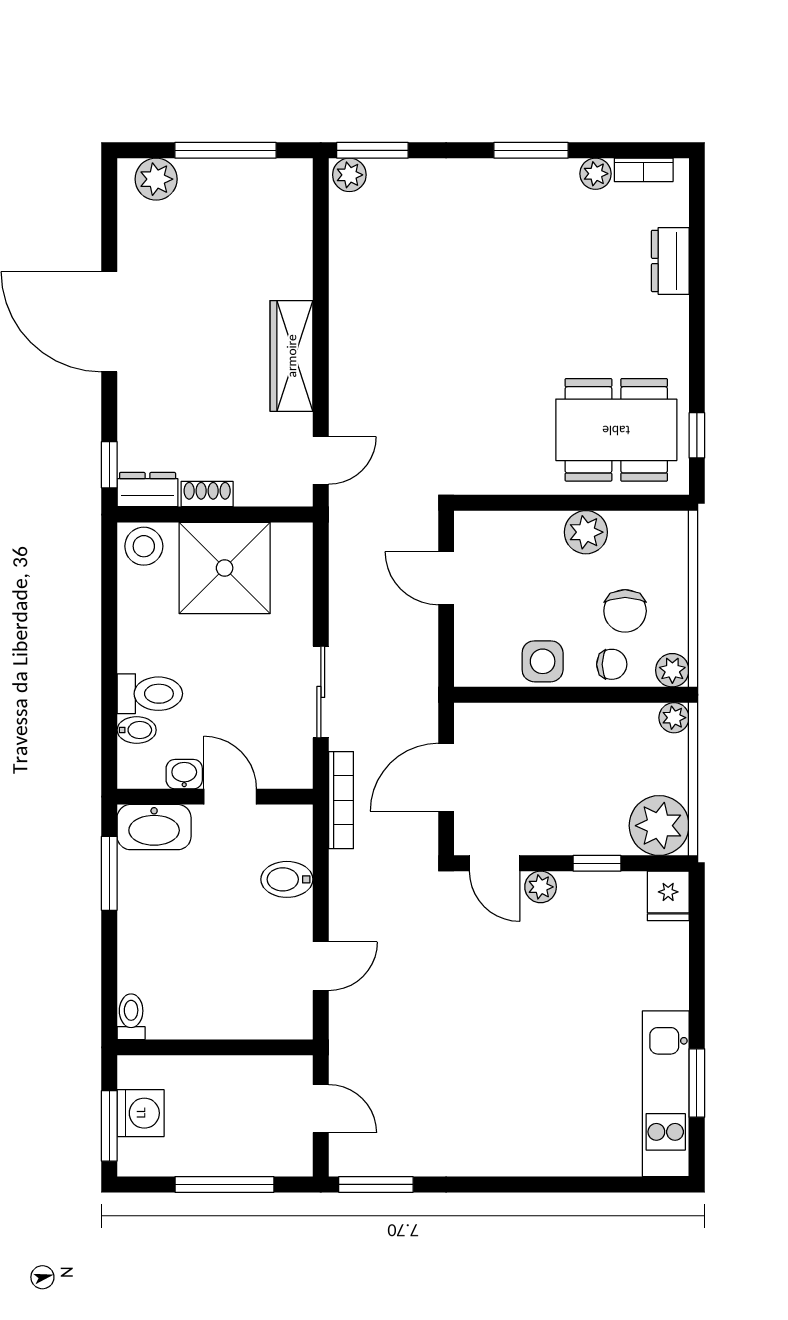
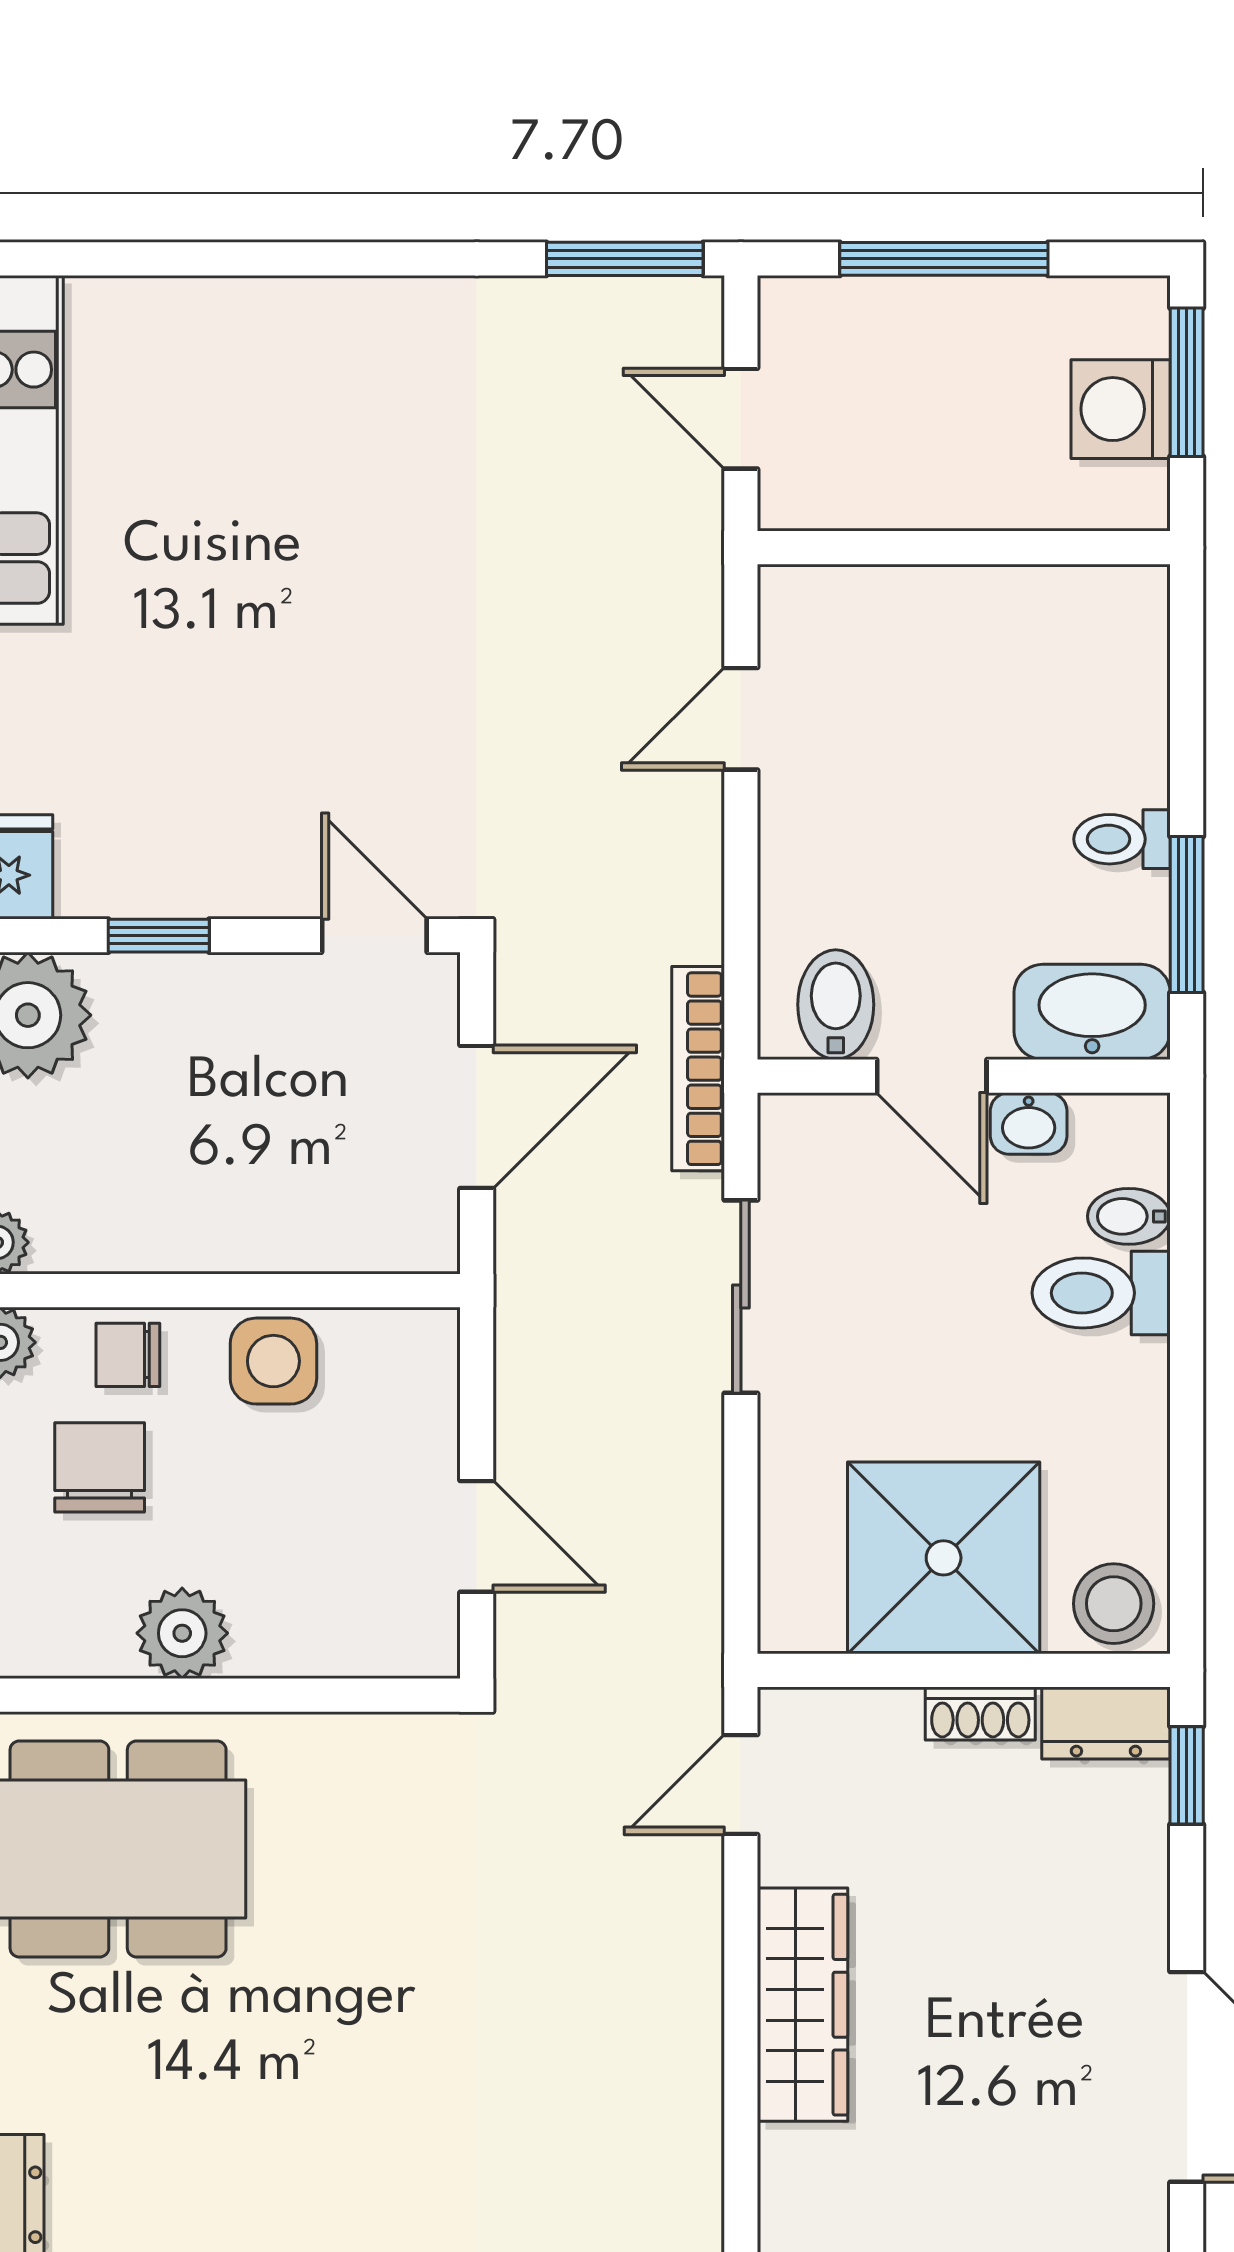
bidet: (287, 879) -> (836, 1005), moved, turned -90
plant: (541, 887) -> (278, 886), removed
toilet: (131, 1017) -> (1122, 839), moved, turned 90

